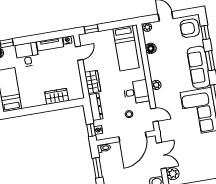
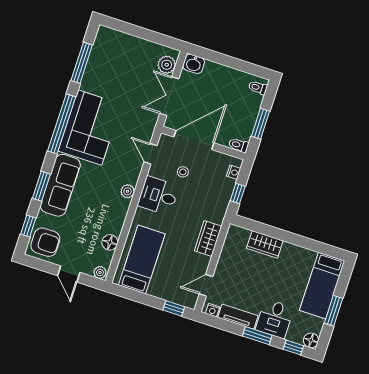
window: (32, 39) -> (257, 336), added
dresser: (96, 107) -> (221, 204), removed
window: (91, 130) -> (238, 193), moved

